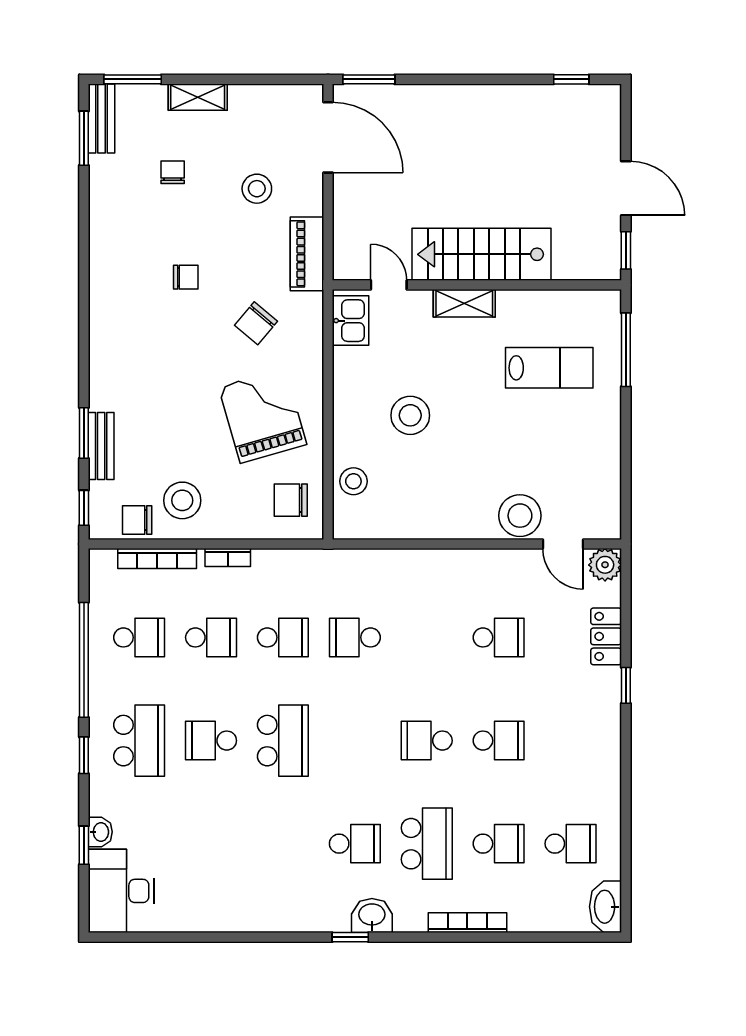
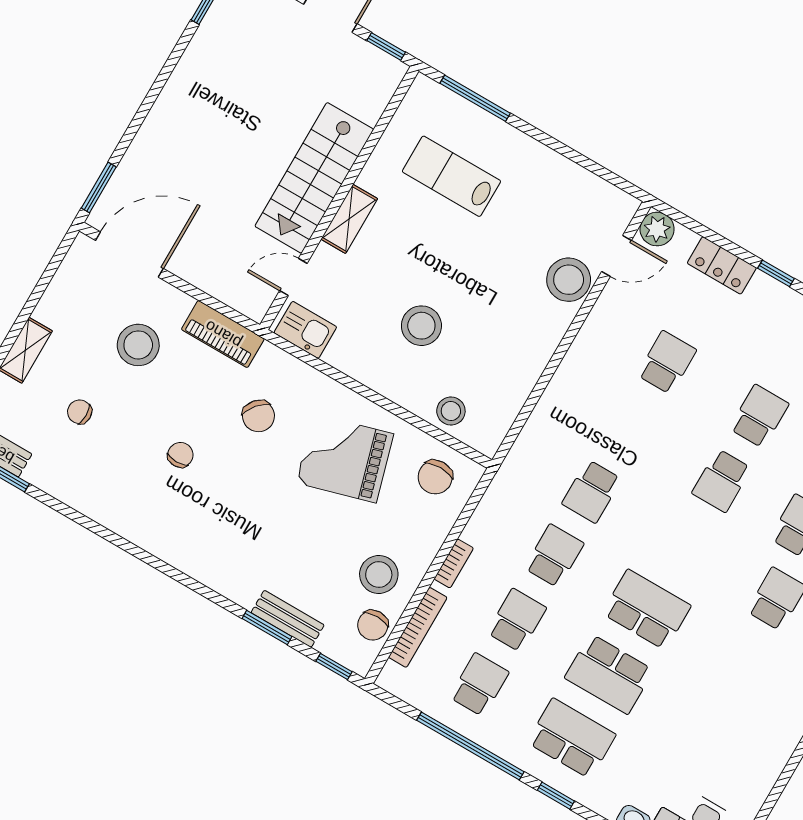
stool: (257, 189) -> (138, 345), width x1.38, depth x1.38
lab bench: (549, 368) -> (451, 176), turned -90
school desk: (211, 741) -> (609, 674), width x1.85

